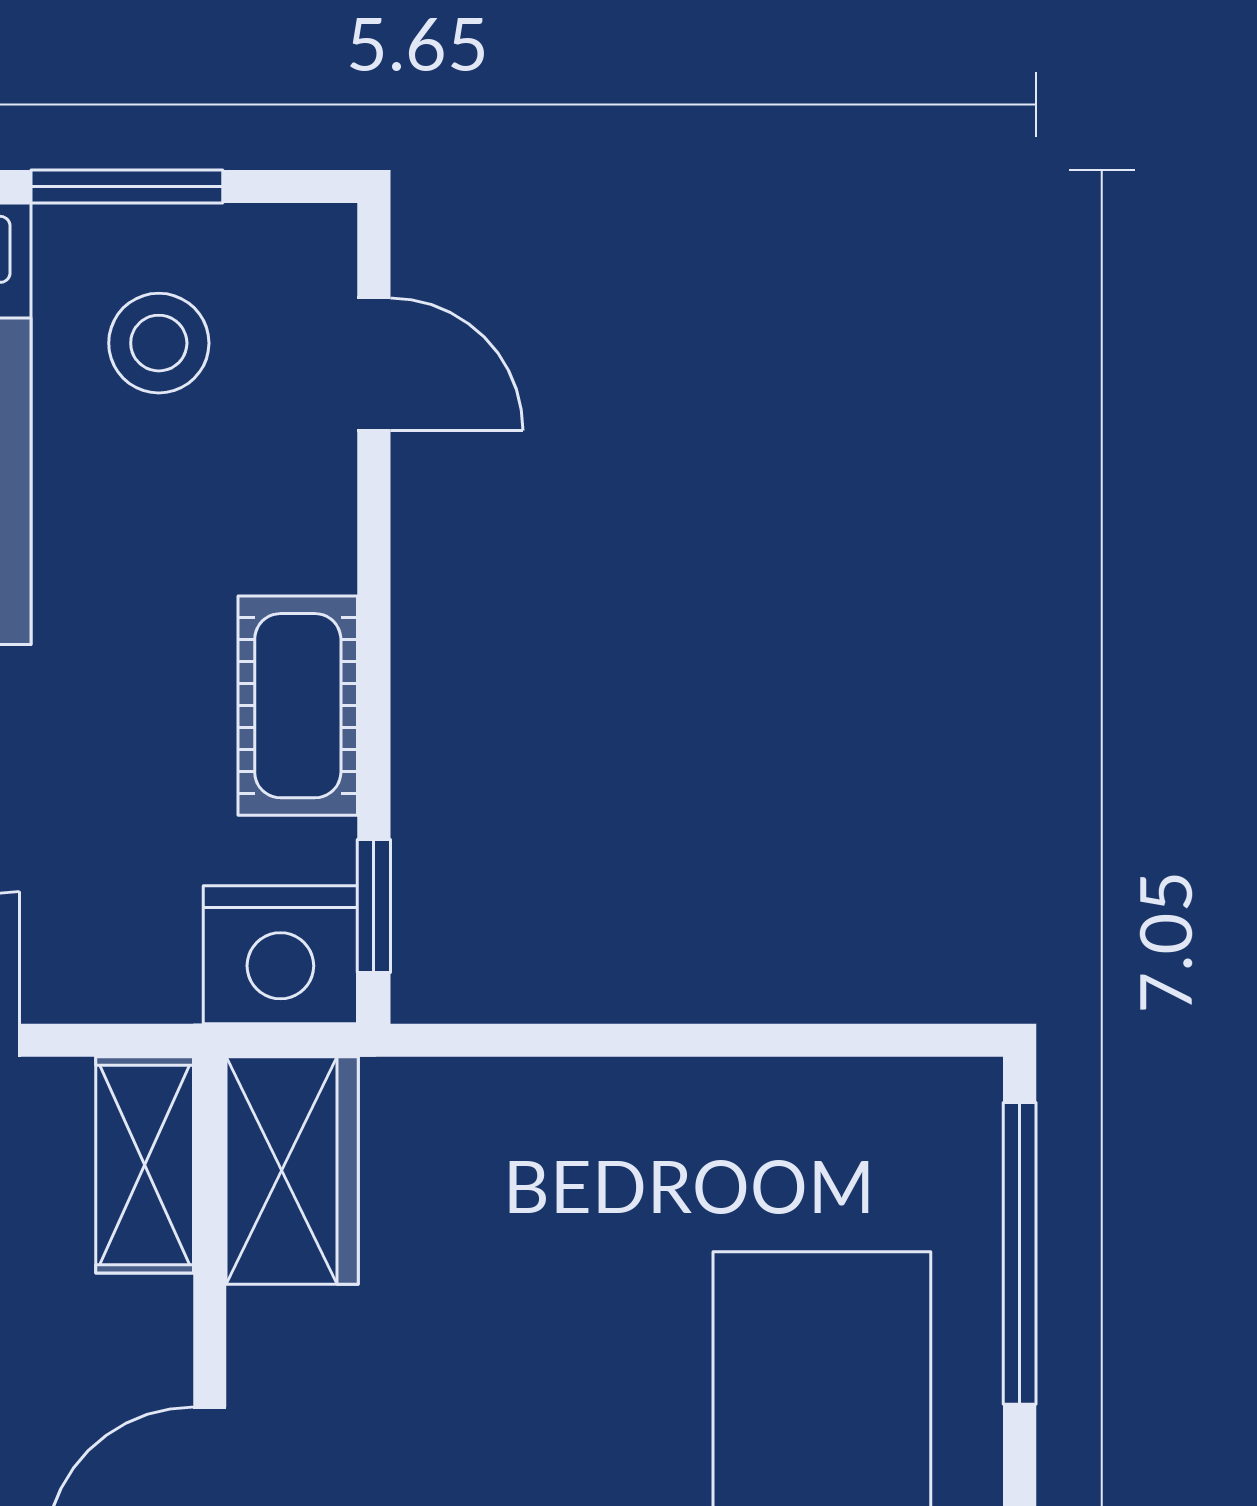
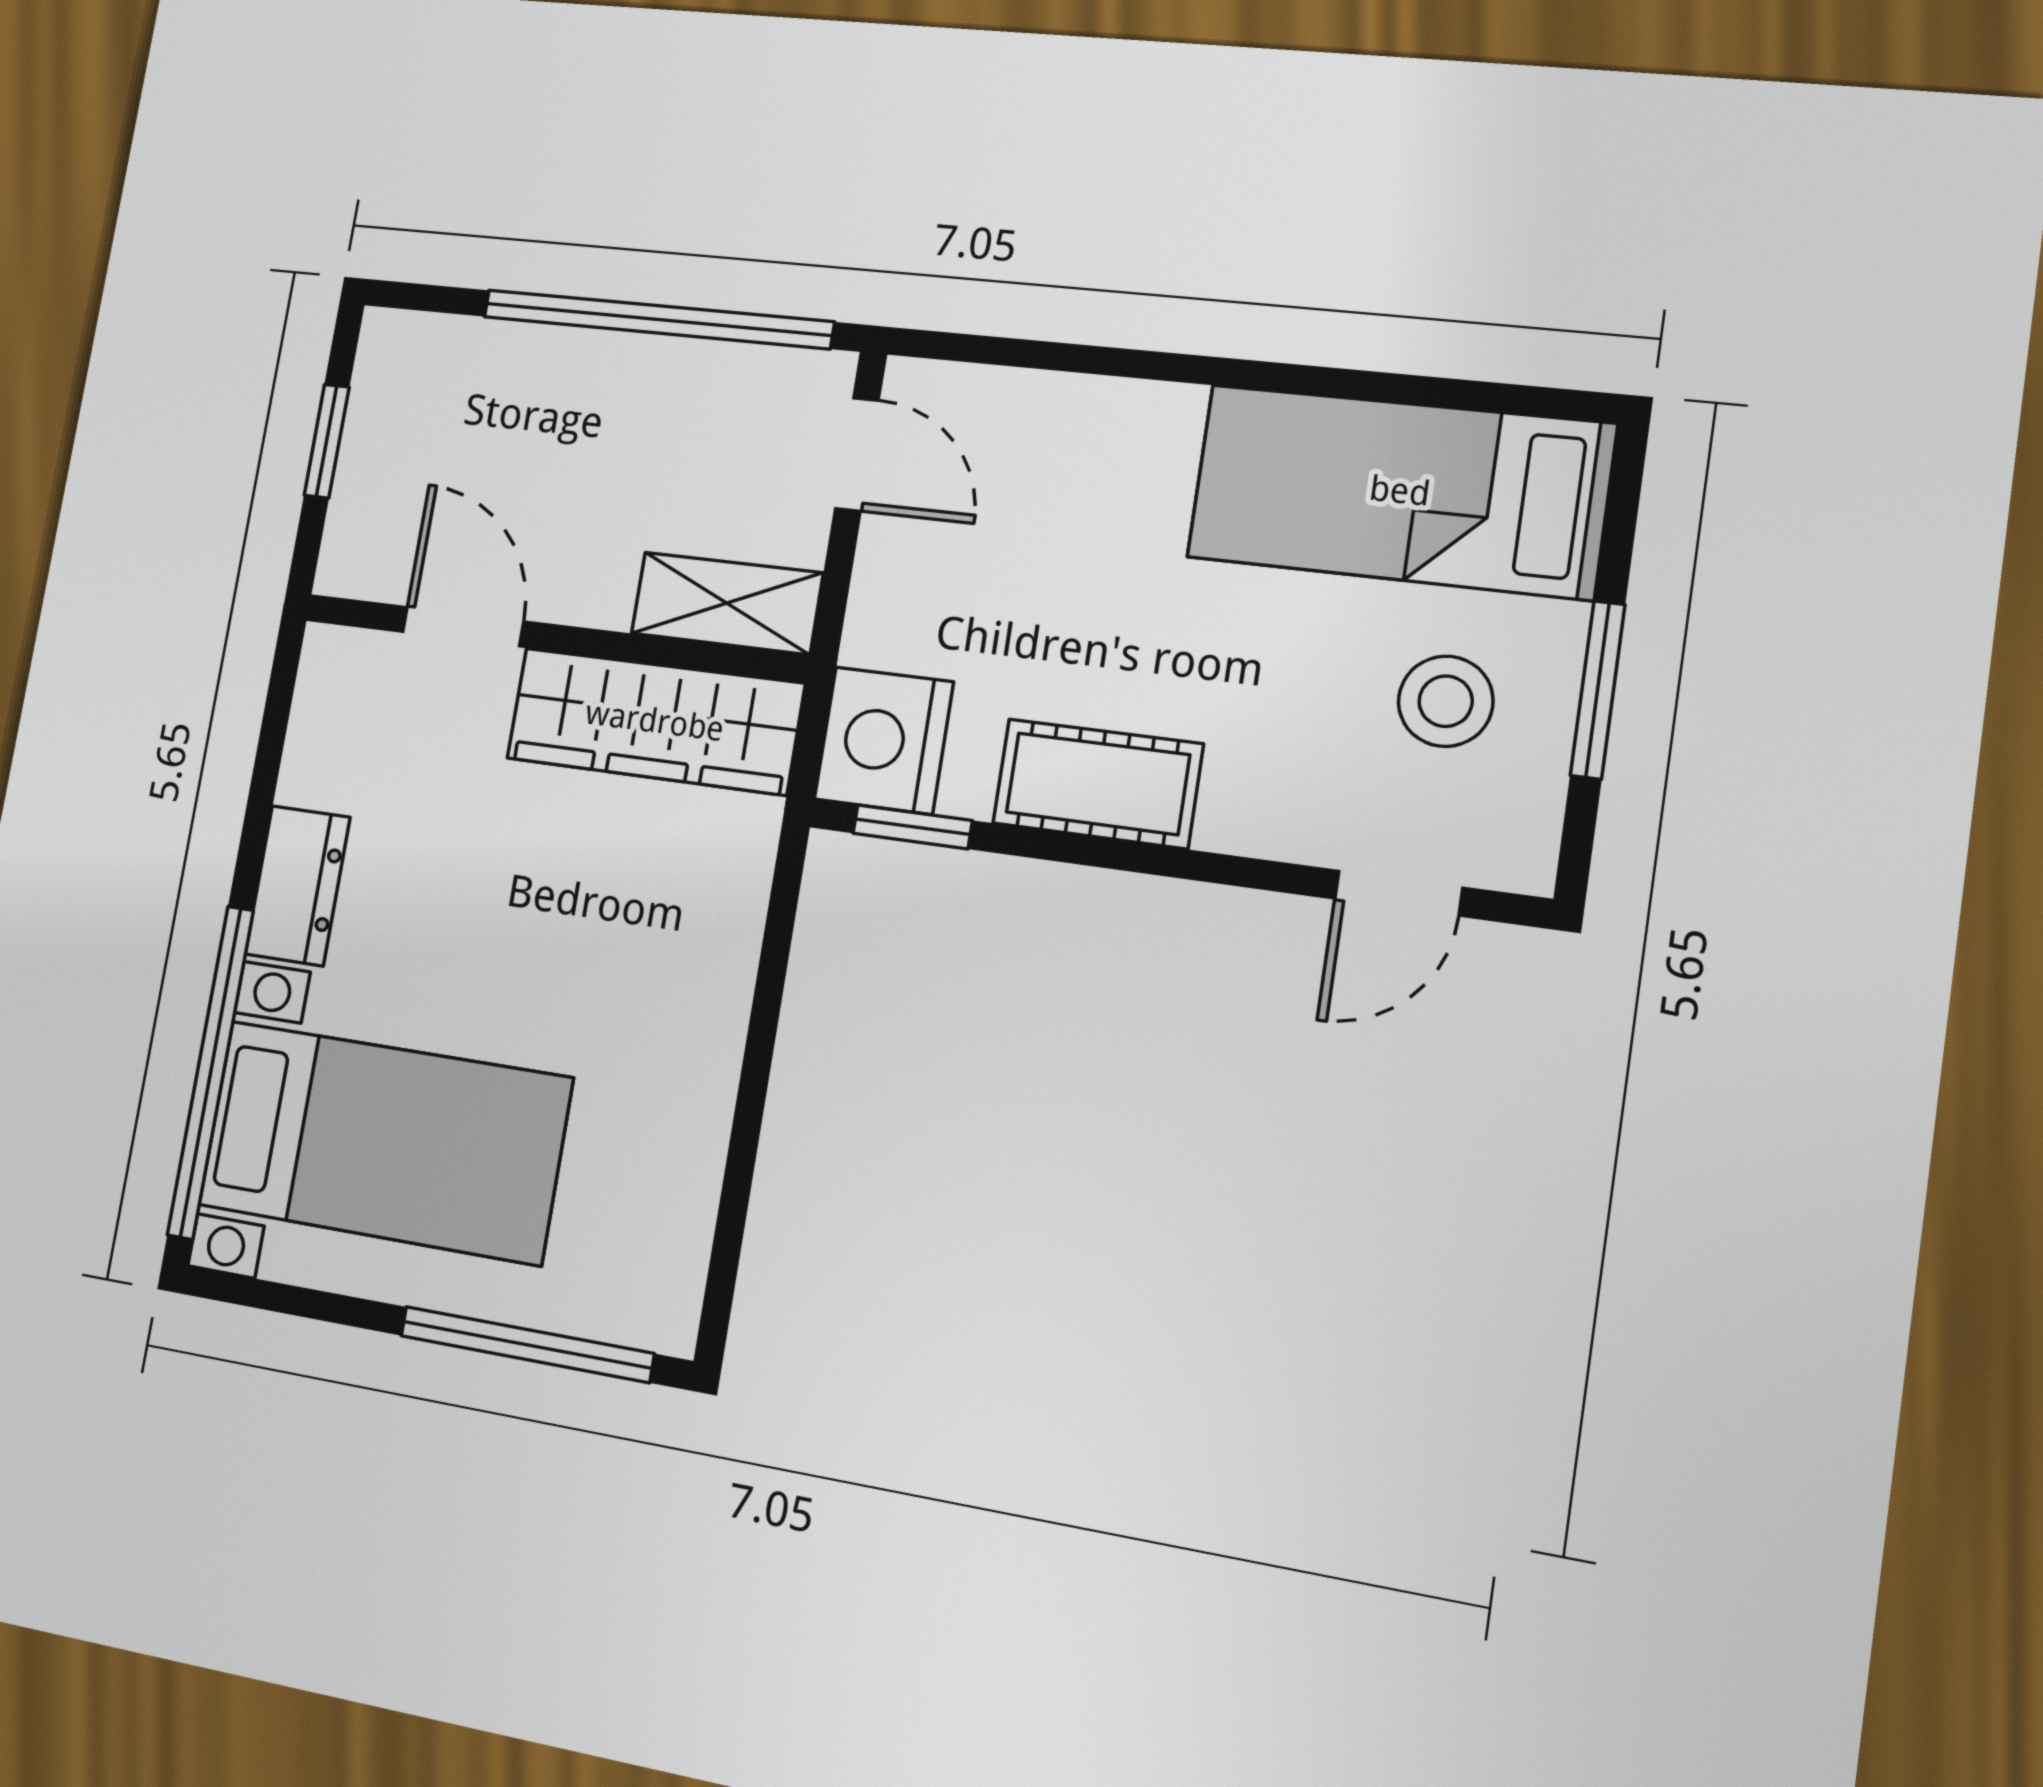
wardrobe: (292, 1170) -> (655, 721), width x1.50

